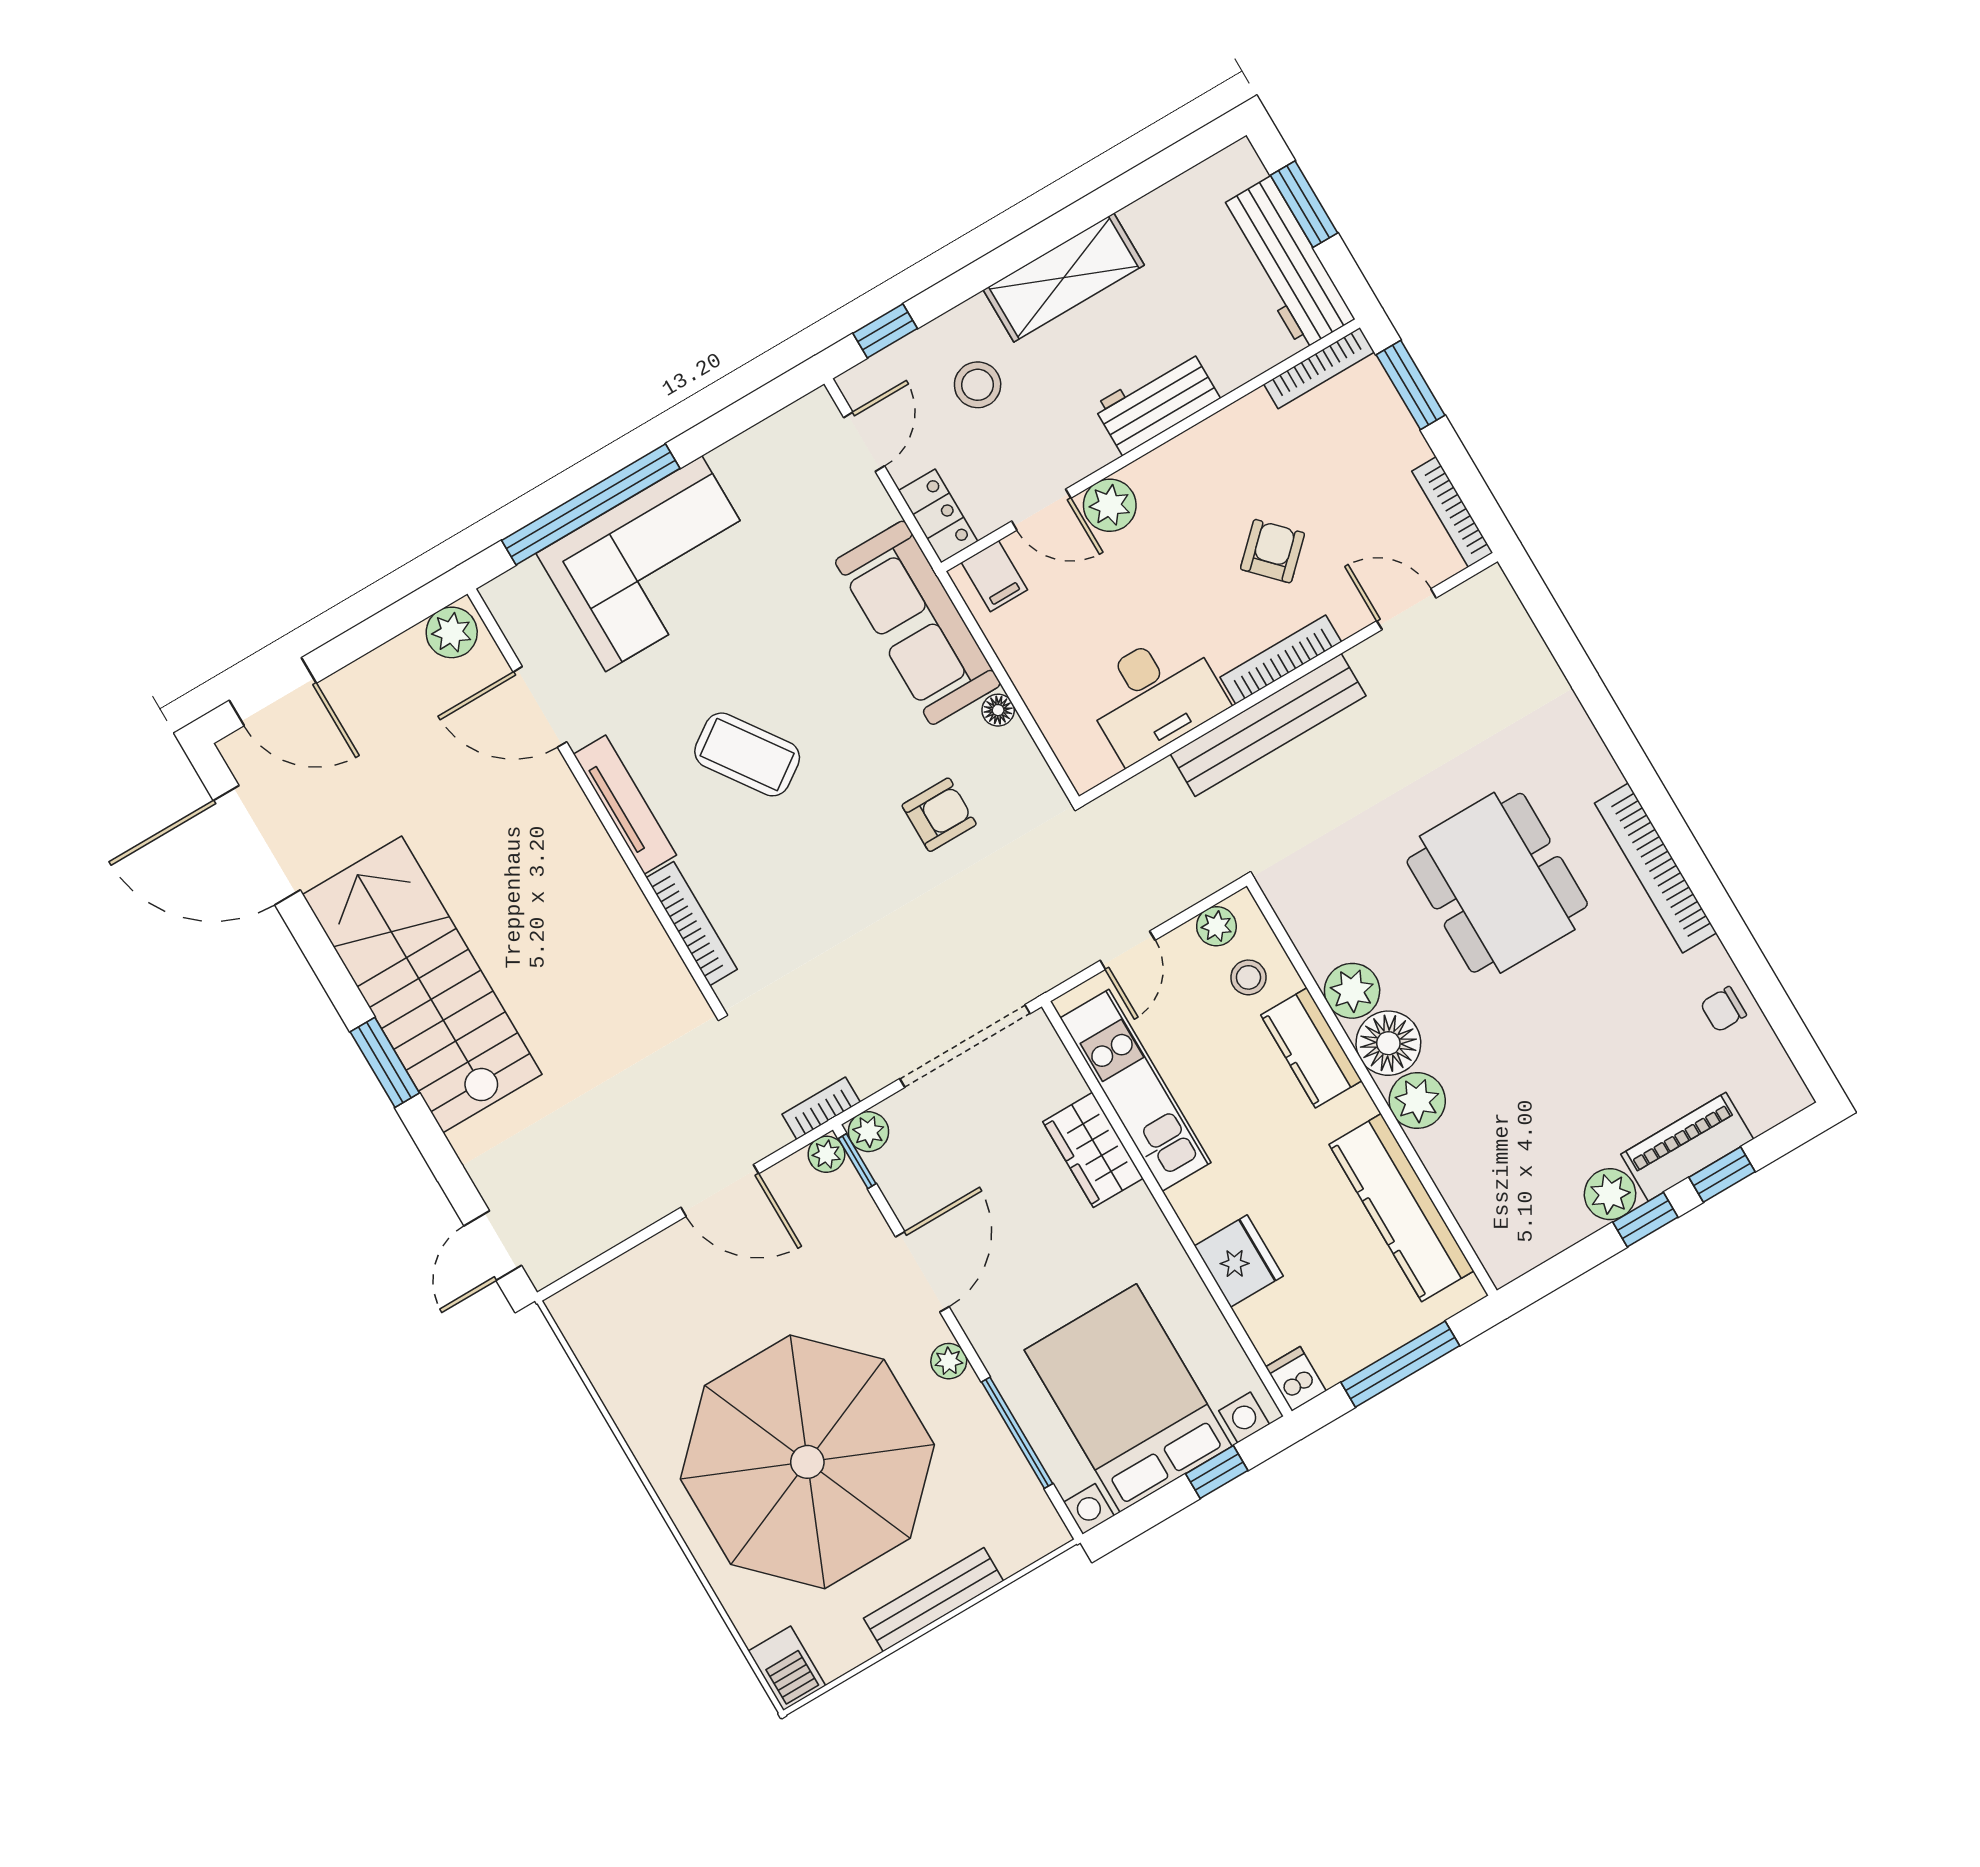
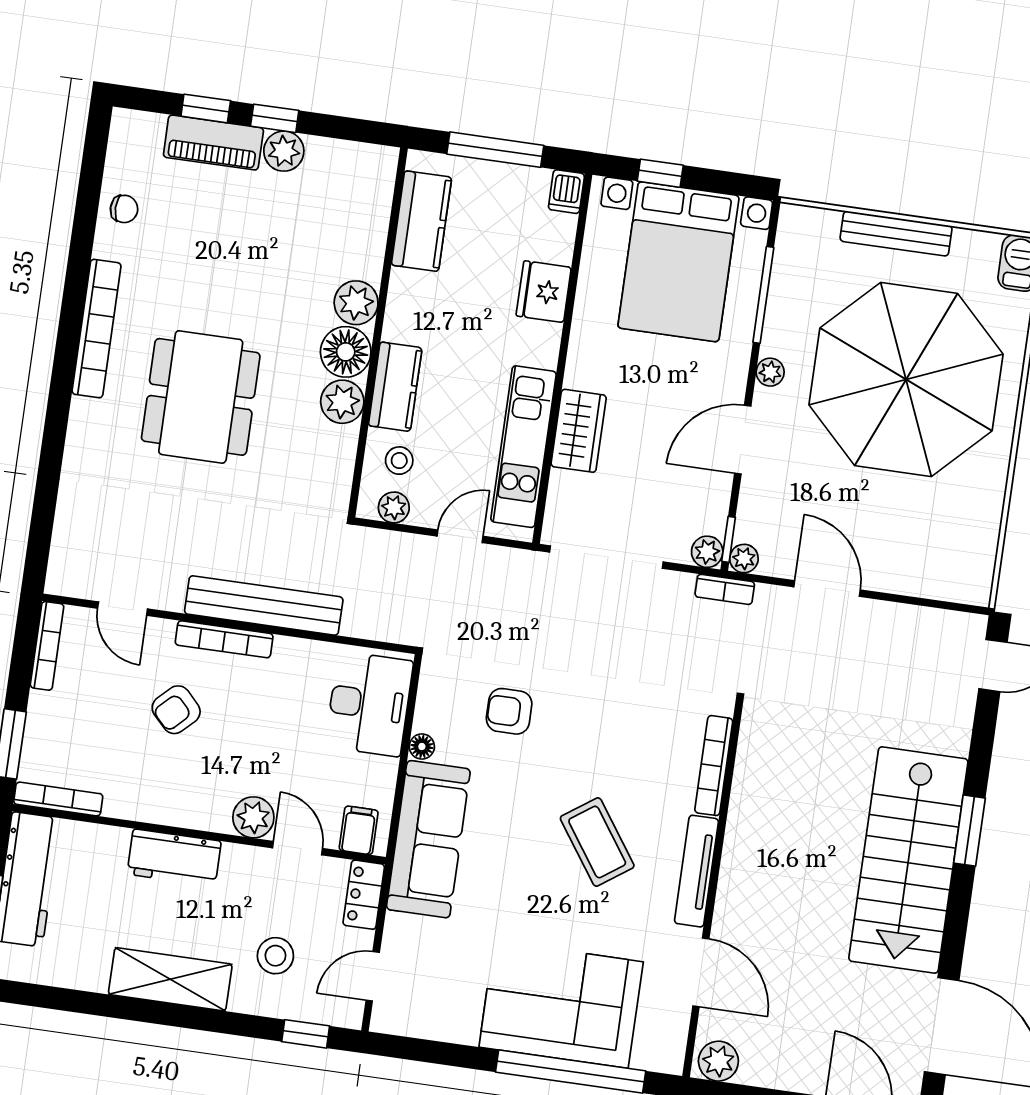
desk: (1154, 696) -> (369, 704), moved, turned 90
kitchen counter: (1401, 1208) -> (421, 221), width x0.67

